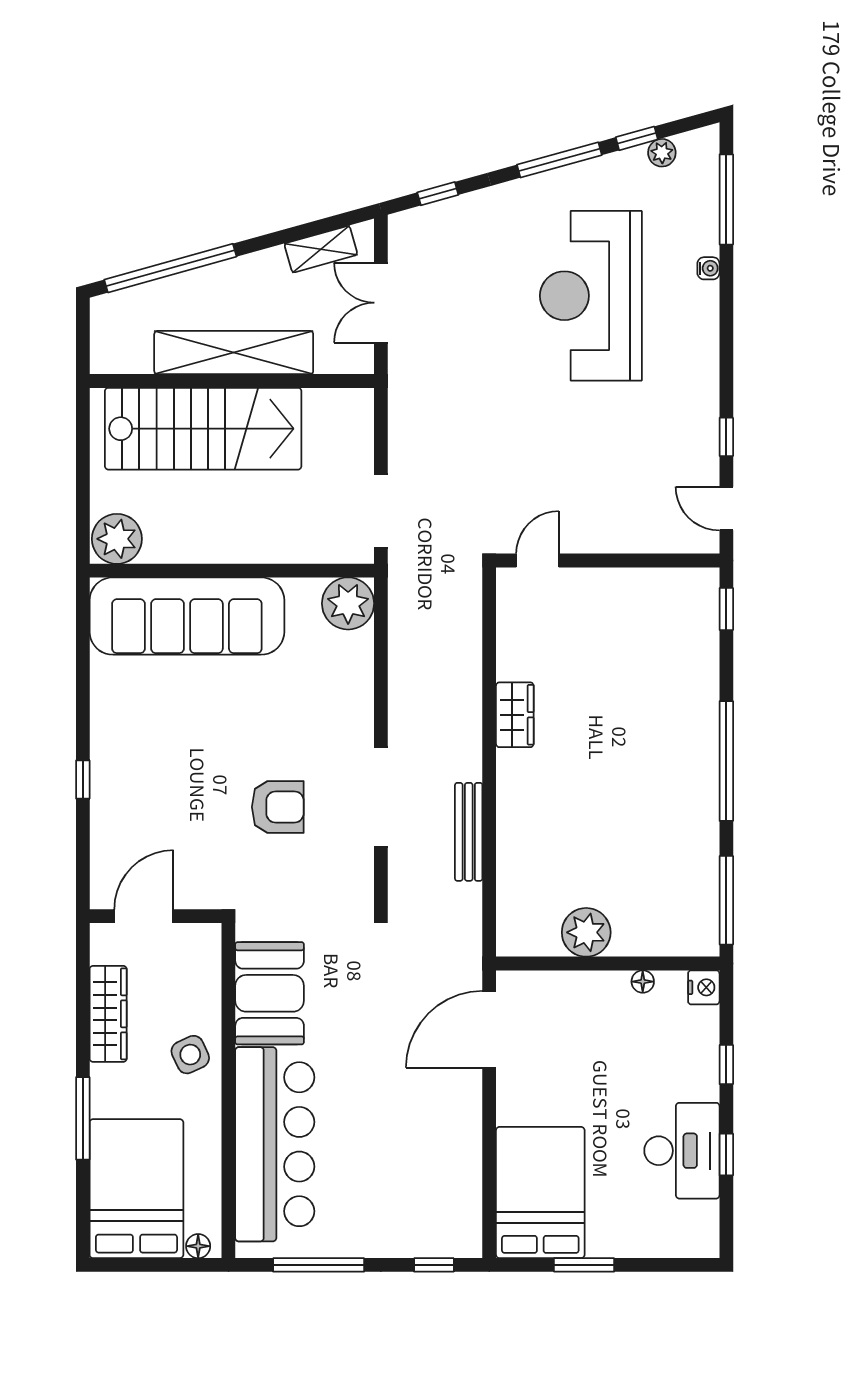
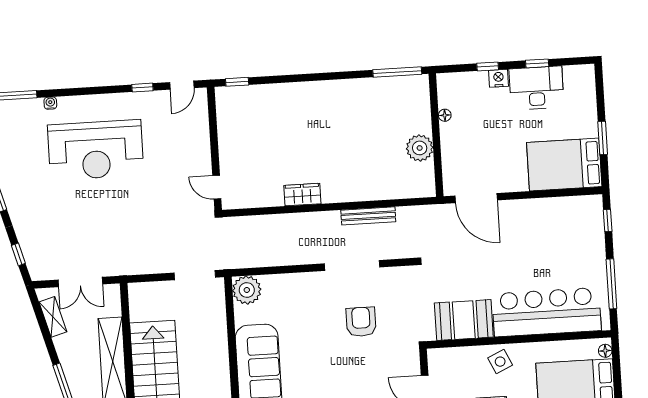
reception desk: (591, 296) -> (96, 150), moved
window: (726, 761) -> (321, 77), removed
nightstand: (704, 987) -> (498, 78), moved

